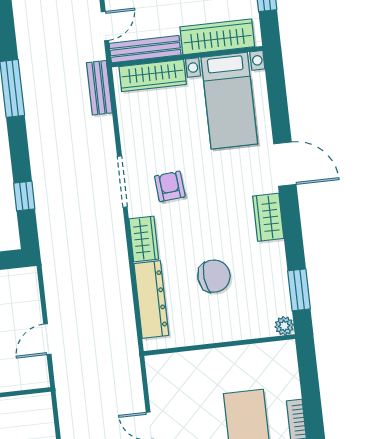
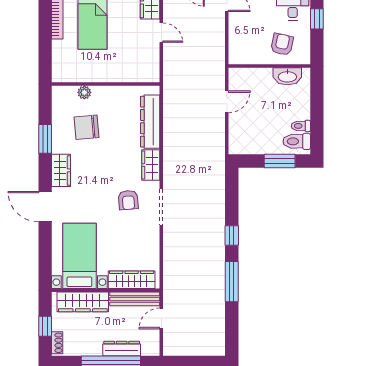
bench: (99, 88) -> (170, 275), removed
window: (24, 196) -> (232, 236), moved
chair: (214, 276) -> (86, 127), moved
window: (299, 290) -> (45, 139), moved
plant: (284, 326) -> (84, 92), moved

